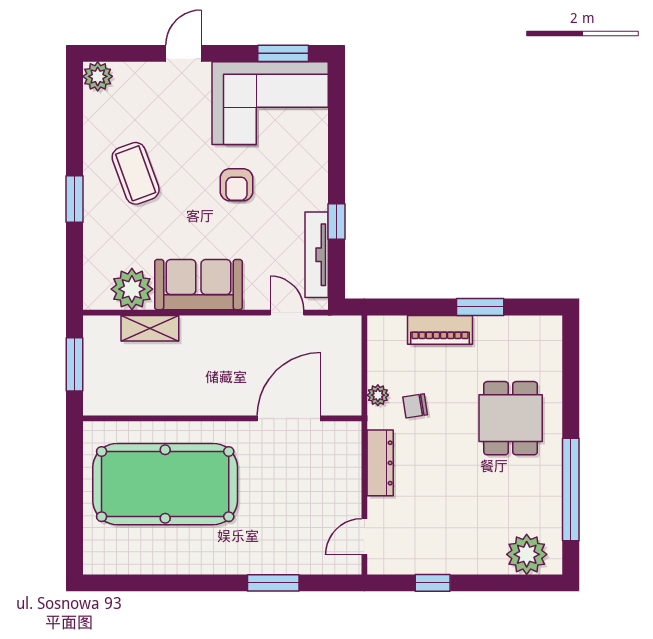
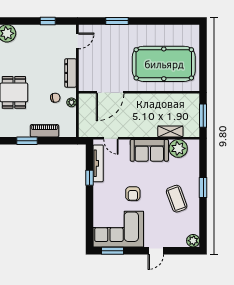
armchair: (237, 185) -> (133, 194), turned 180

